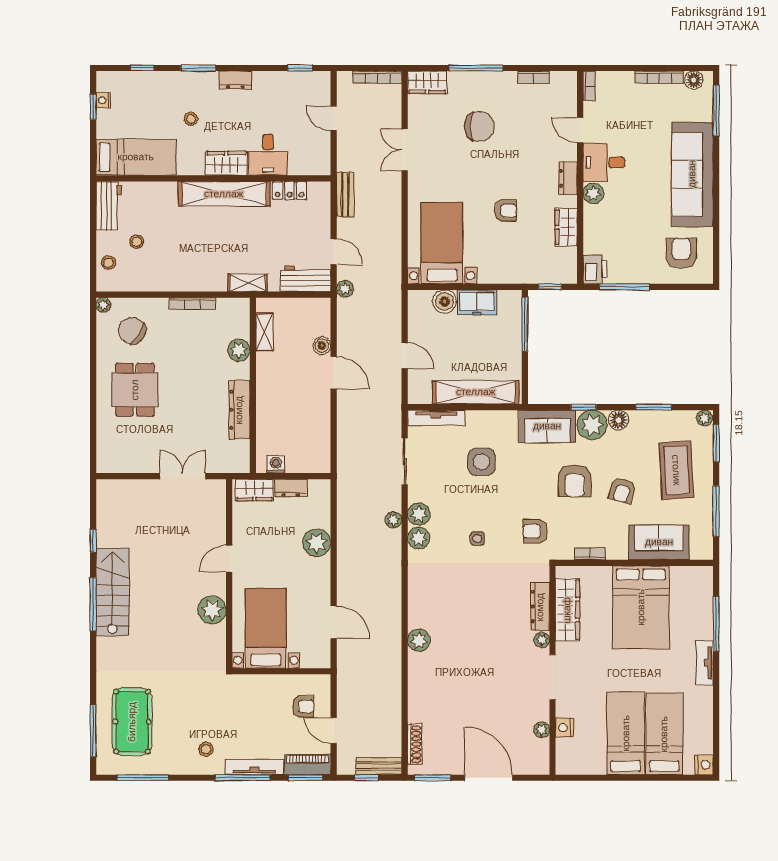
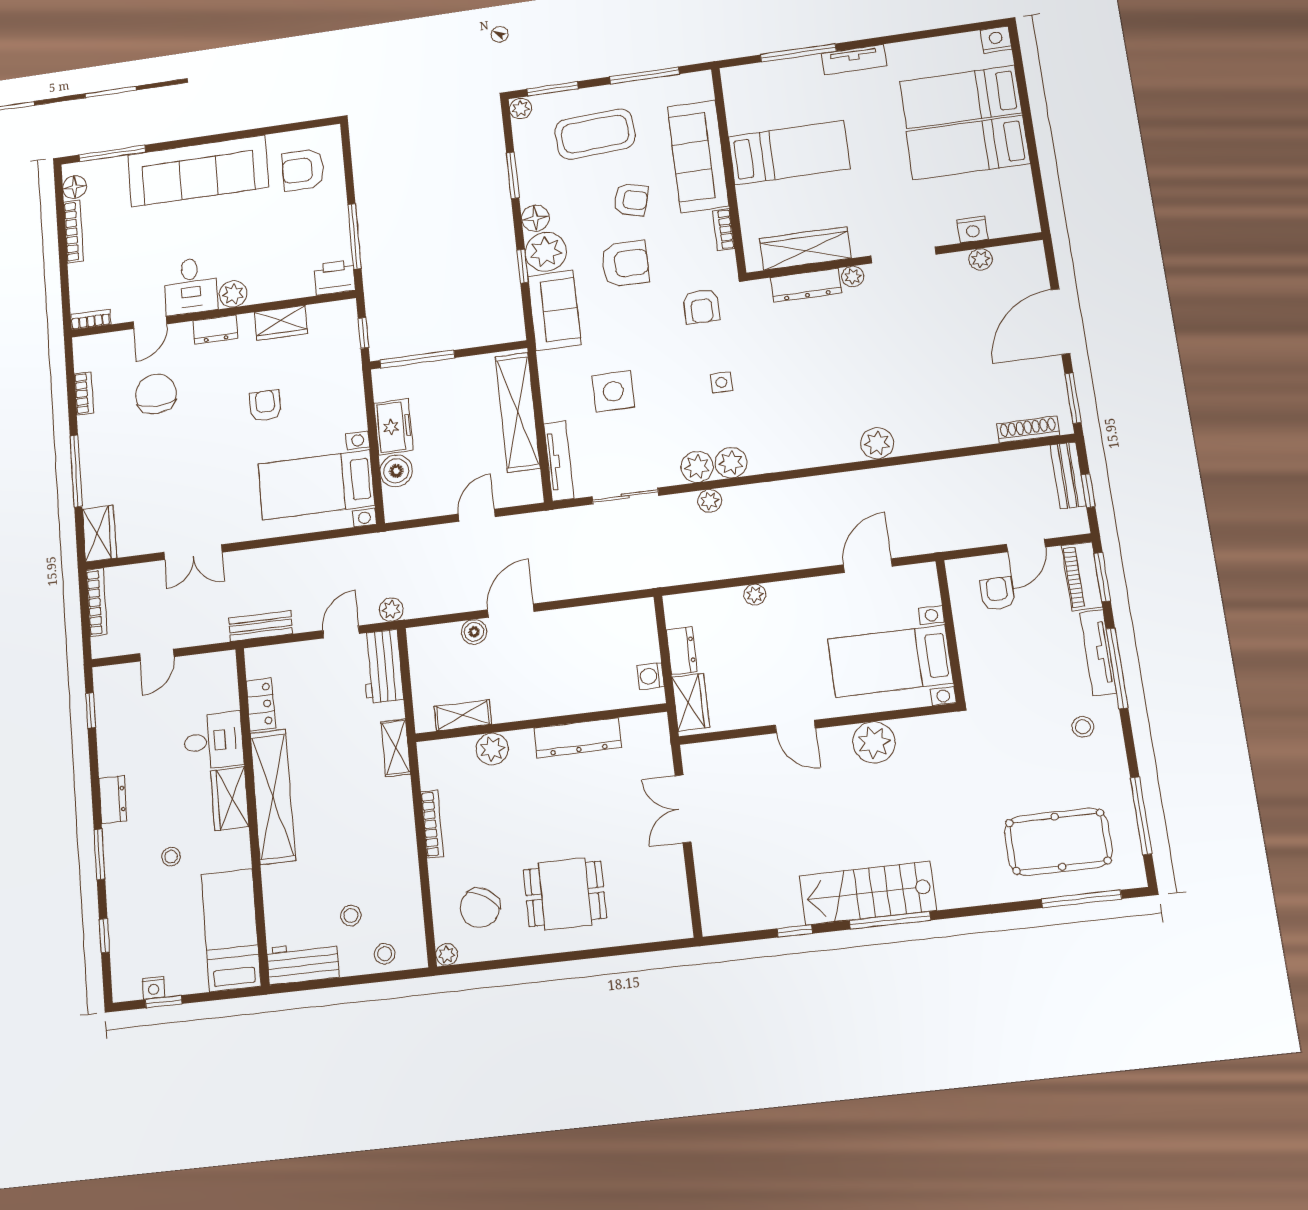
chair: (479, 127) -> (156, 394), moved
sofa: (659, 542) -> (698, 156), width x1.36
plant: (317, 543) -> (755, 595), width x0.53, depth x0.53
bed: (641, 607) -> (789, 153), width x0.67

